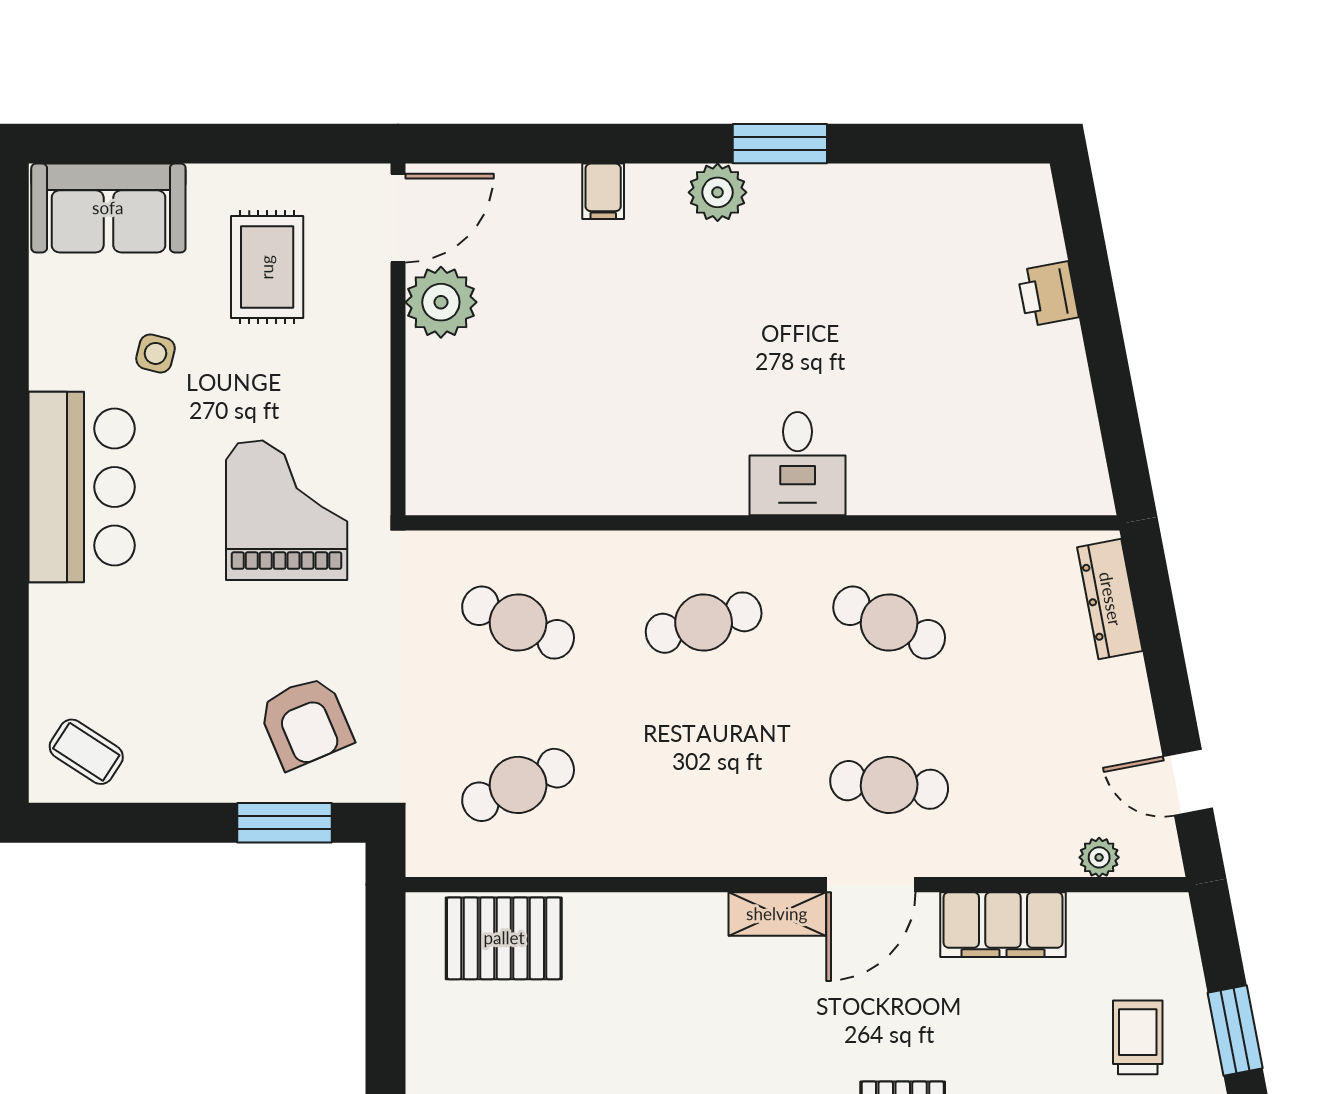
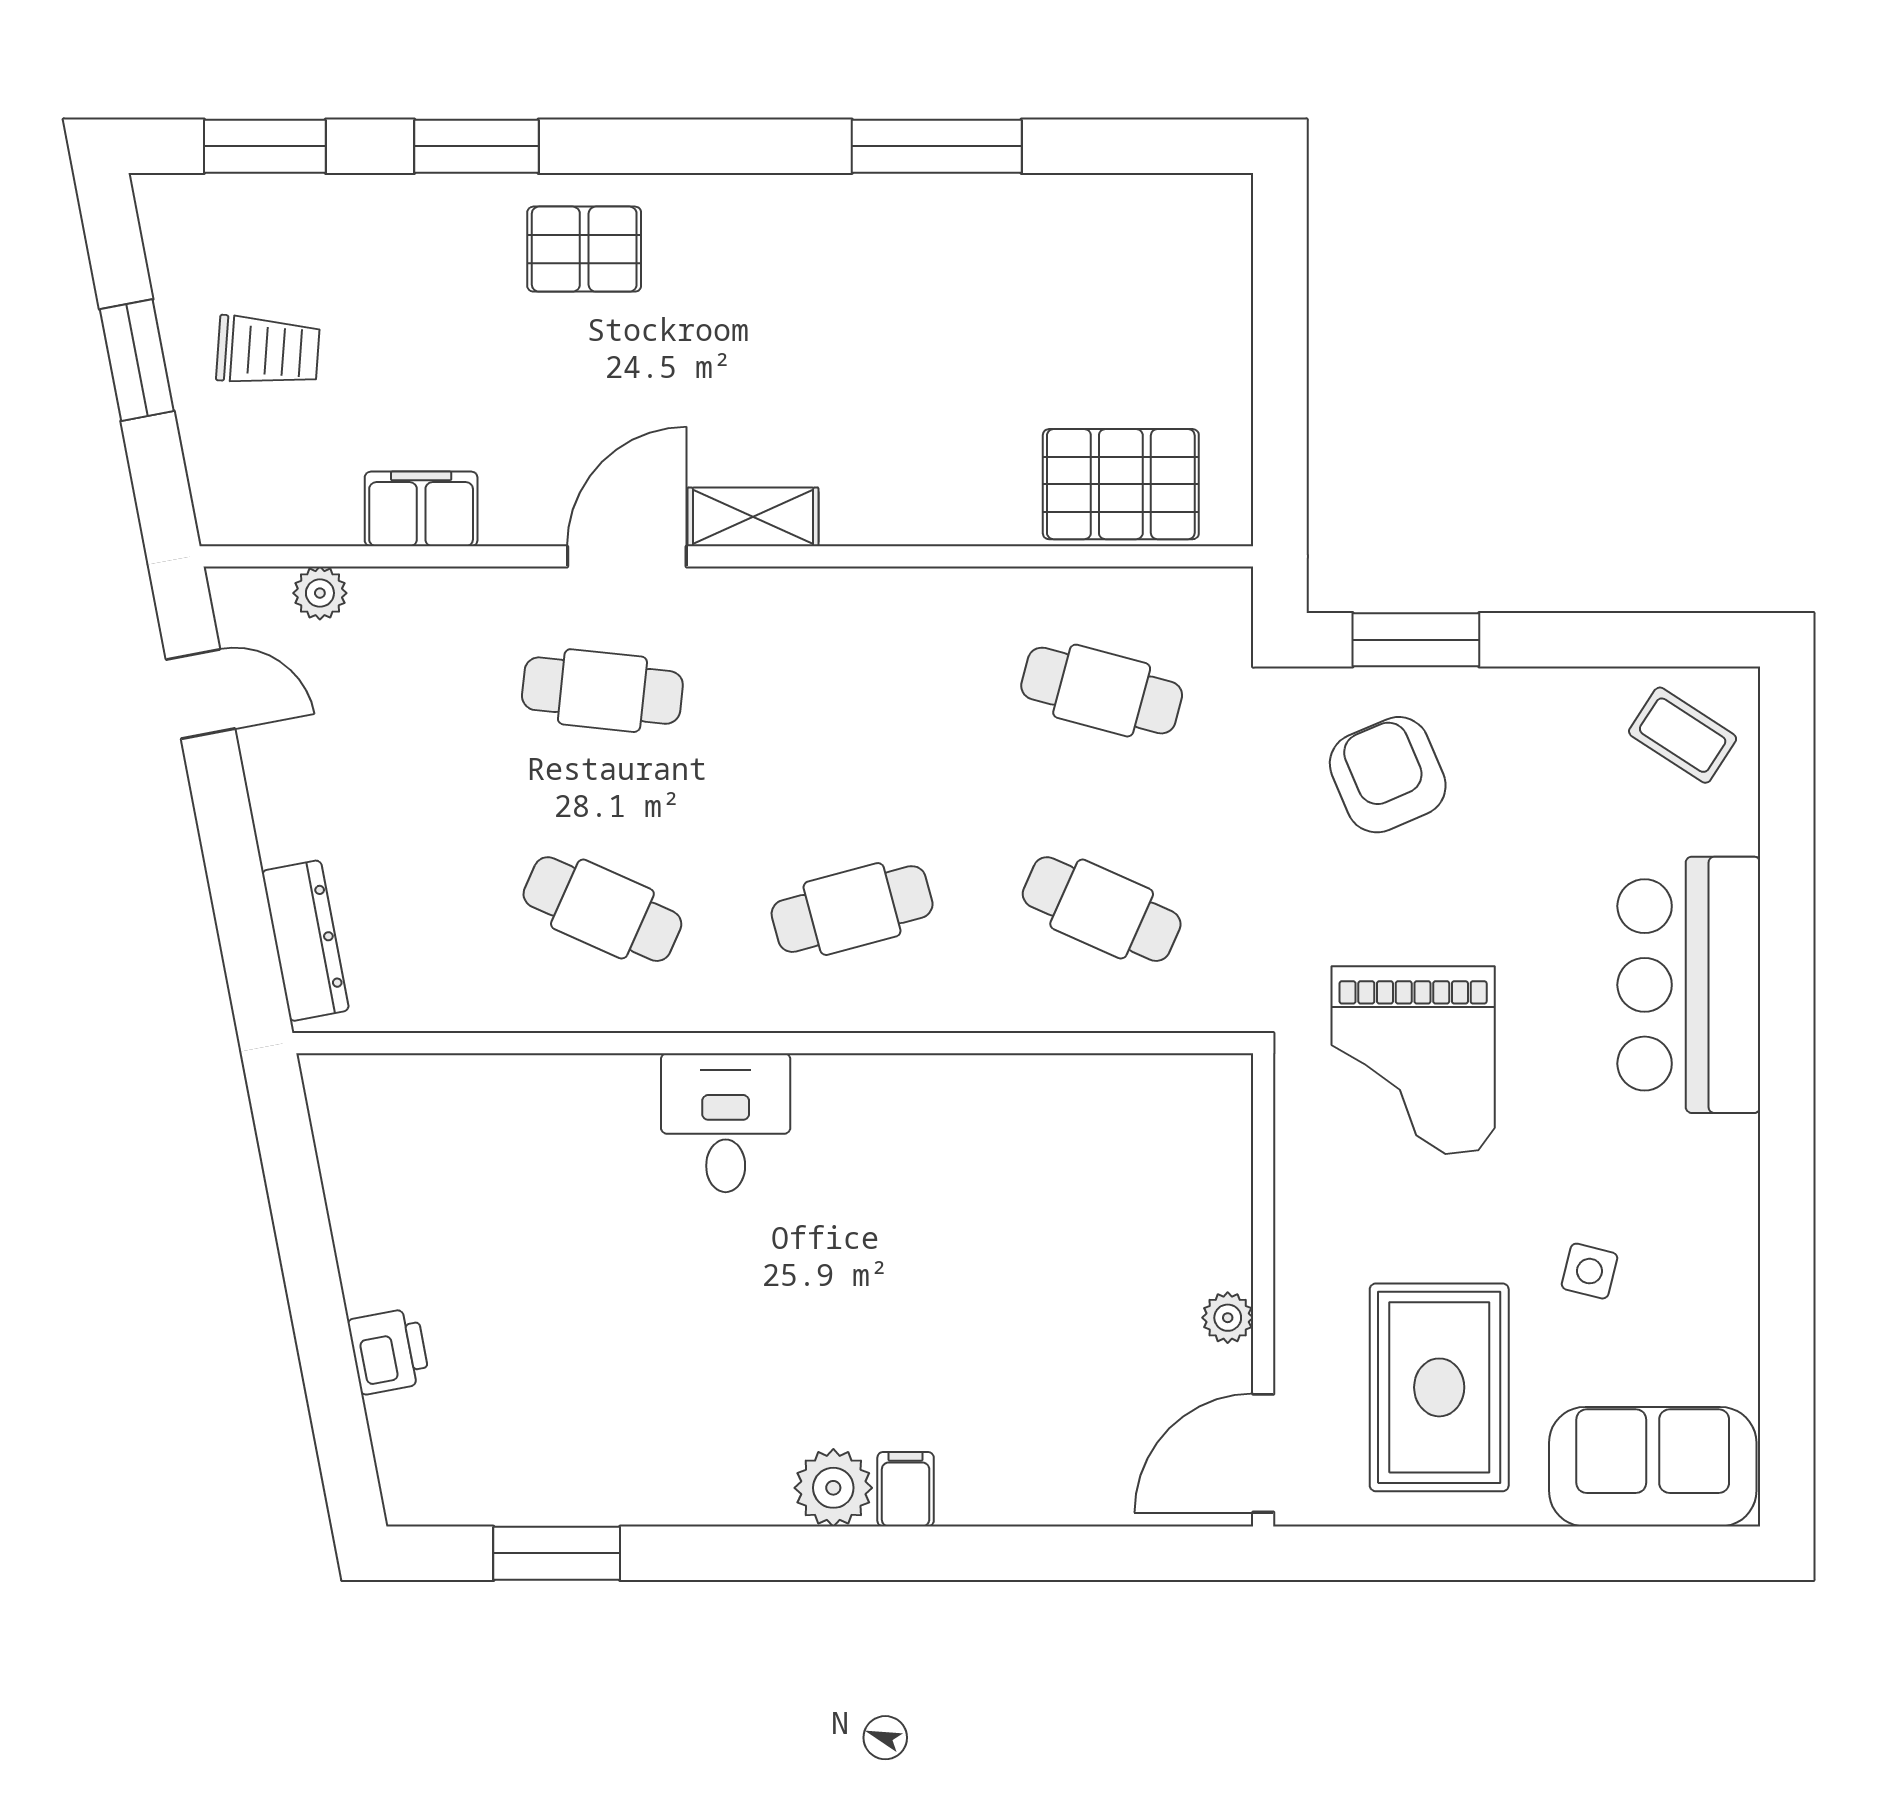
window: (780, 144) -> (557, 1553), moved
filing cabinet: (603, 191) -> (906, 1489), moved
rug: (267, 267) -> (1439, 1387), width x1.36, depth x1.43
plant: (441, 302) -> (1228, 1318), width x0.53, depth x0.53
bar counter: (82, 487) -> (1689, 985), moved
cafe table: (518, 785) -> (1102, 691), turned 39
filing cabinet: (1003, 925) -> (421, 509), width x0.67, depth x0.86
trolley: (1138, 1037) -> (268, 351), turned -86

